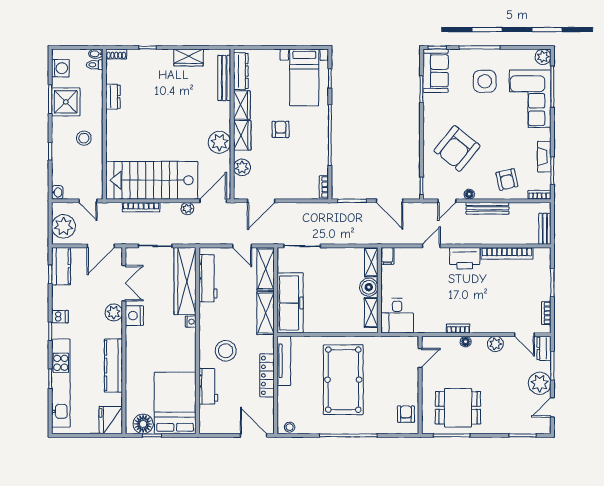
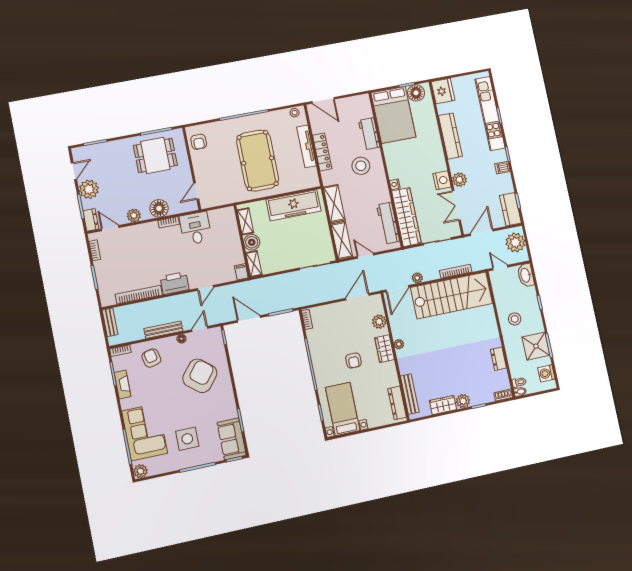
plant: (165, 57) -> (463, 401), added
wardrobe: (242, 105) -> (390, 374), removed
plant: (219, 142) -> (399, 344), width x0.53, depth x0.53
washbasin: (57, 192) -> (526, 275), width x1.91, depth x1.45
freezer: (290, 303) -> (294, 205), moved, turned -90
desk: (397, 316) -> (196, 228), moved
floor lamp: (466, 342) -> (159, 208), width x1.89, depth x1.89
tv unit: (284, 361) -> (306, 146), moved

